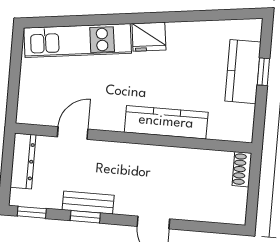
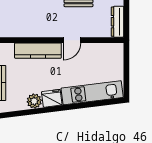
plant: (180, 34) -> (34, 101), added
door: (73, 133) -> (72, 40), moved

